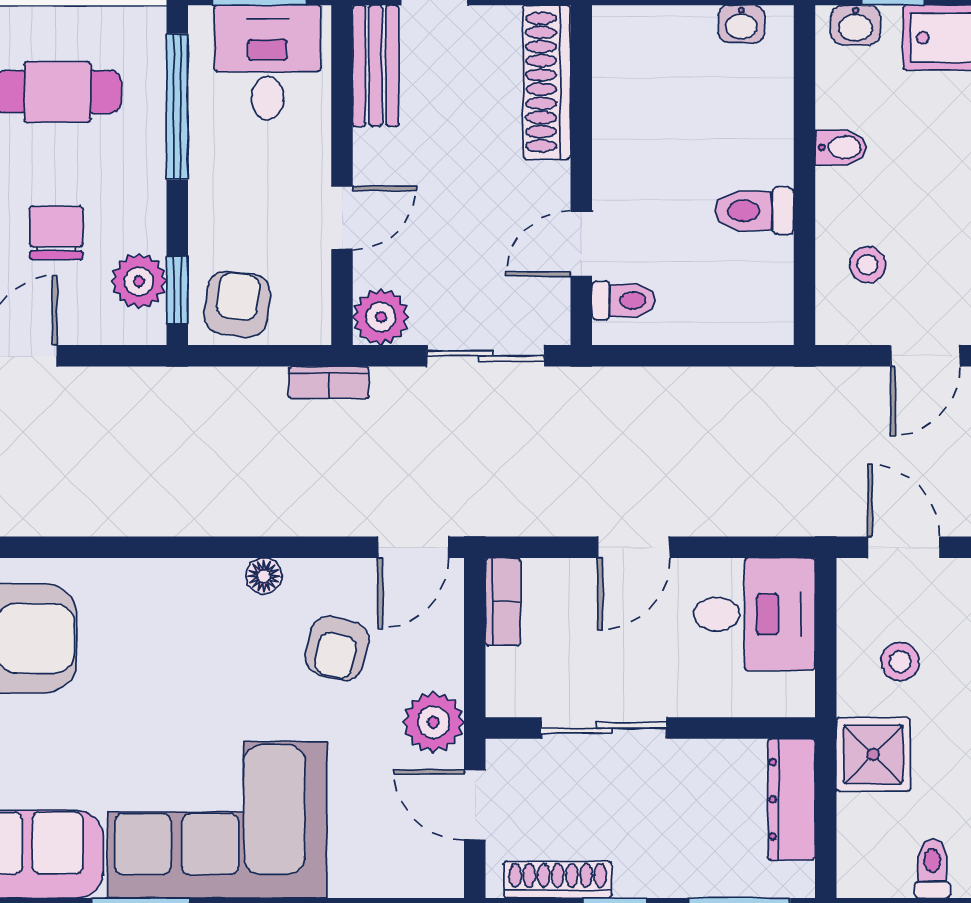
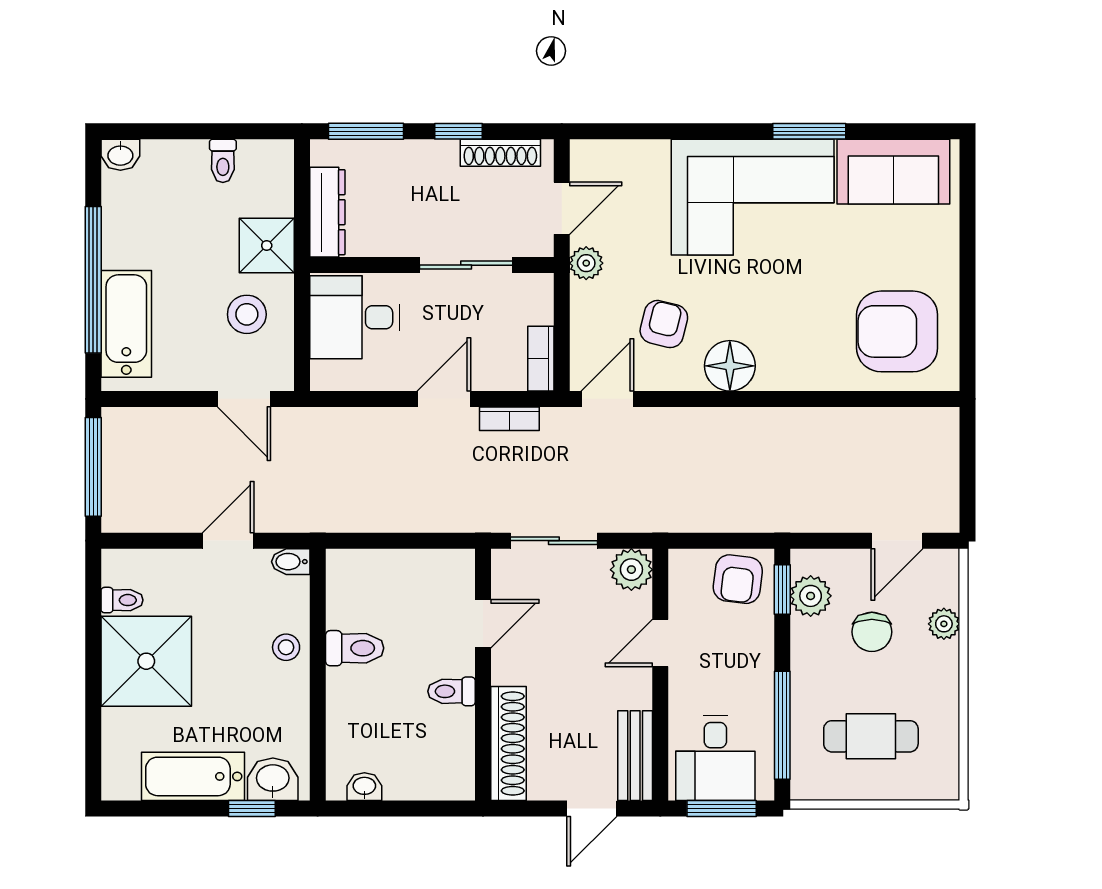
washbasin: (856, 25) -> (273, 779), width x1.38, depth x1.45
bidet: (841, 148) -> (291, 562), moved
stool: (868, 265) -> (286, 647), moved
toilet: (624, 301) -> (452, 691), moved
bookcase: (329, 383) -> (509, 419), moved, turned 180
floor lamp: (264, 576) -> (730, 366), width x1.89, depth x1.89
desk: (754, 614) -> (355, 317), moved
stool: (900, 661) -> (247, 314), width x1.37, depth x1.37
plant: (433, 722) -> (586, 263), width x0.73, depth x0.73
door: (475, 805) -> (562, 208), hinge flipped

